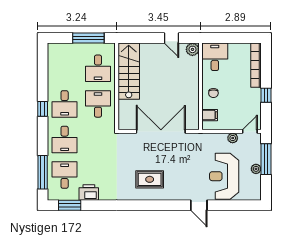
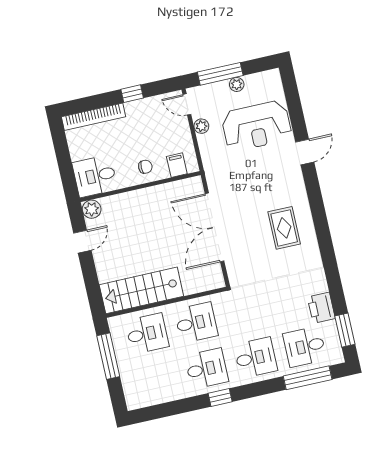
desk: (98, 104) -> (196, 323), turned 180

